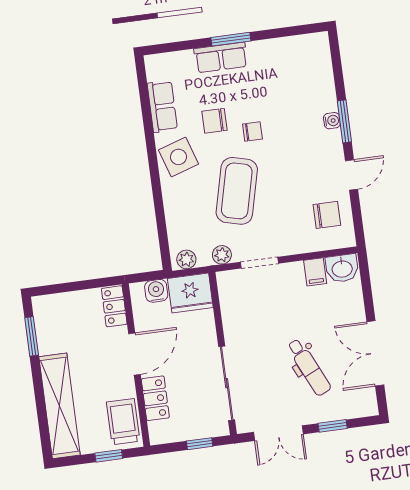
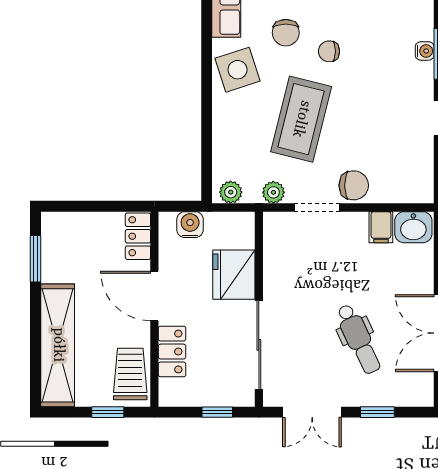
chair: (214, 121) -> (286, 33), turned -90
chair: (252, 132) -> (329, 51), turned 180
chair: (327, 215) -> (354, 185), moved
fridge: (190, 293) -> (234, 275), moved, turned 90
door: (135, 354) -> (154, 296), swing flipped

